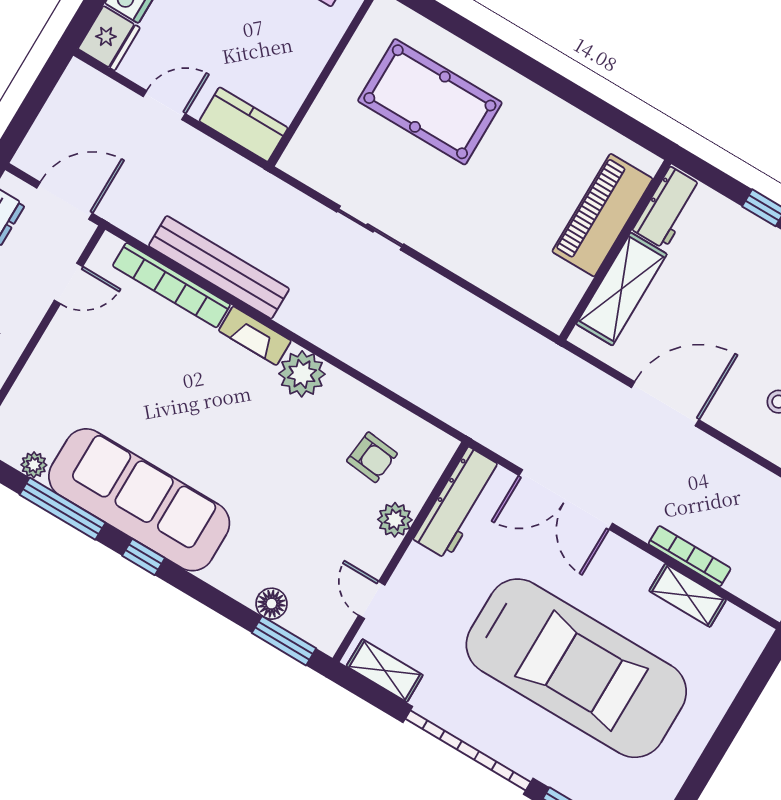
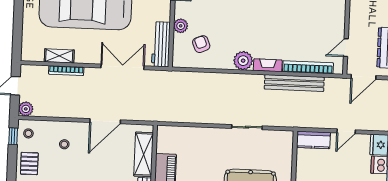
armchair: (372, 457) -> (201, 44), turned 61

